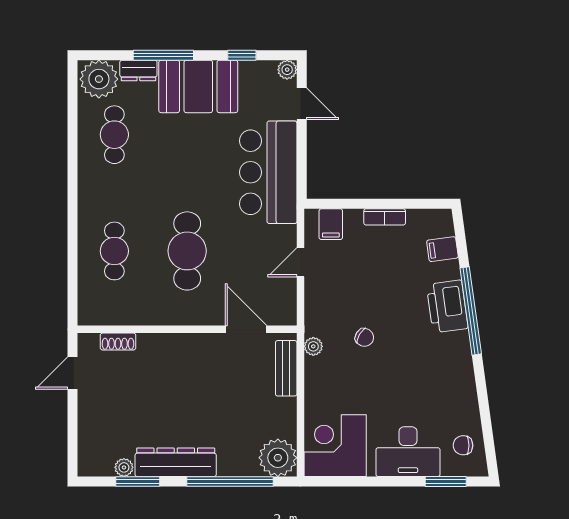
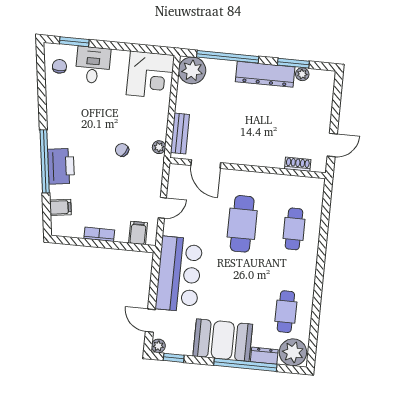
window: (163, 55) -> (245, 365), width x1.46
window: (242, 55) -> (174, 358), moved
chair: (463, 445) -> (59, 66), turned -90
desk: (408, 452) -> (93, 65), width x0.73

